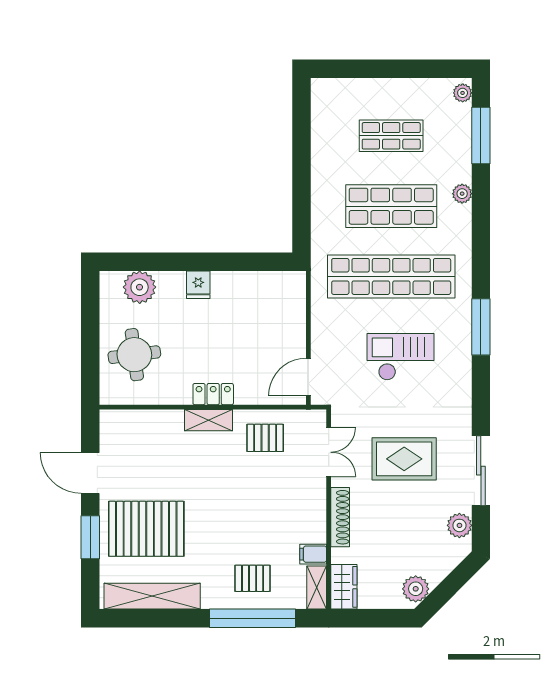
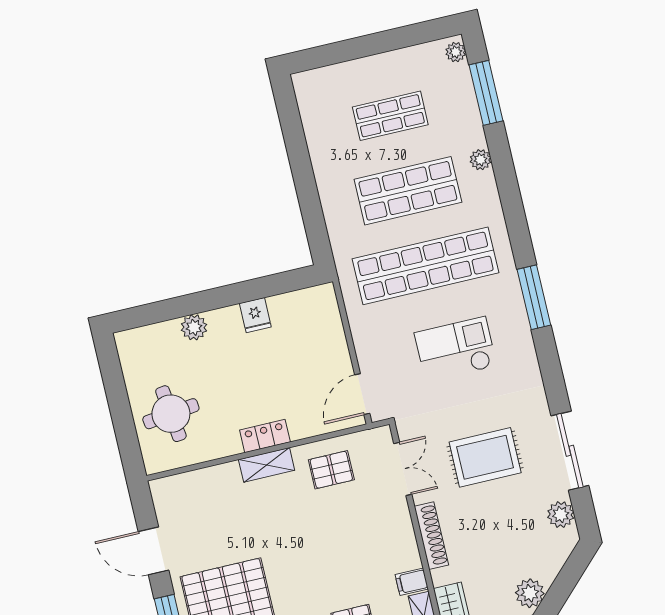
fridge: (198, 285) -> (255, 315), moved
plant: (140, 287) -> (194, 327), moved, width x0.73, depth x0.73

